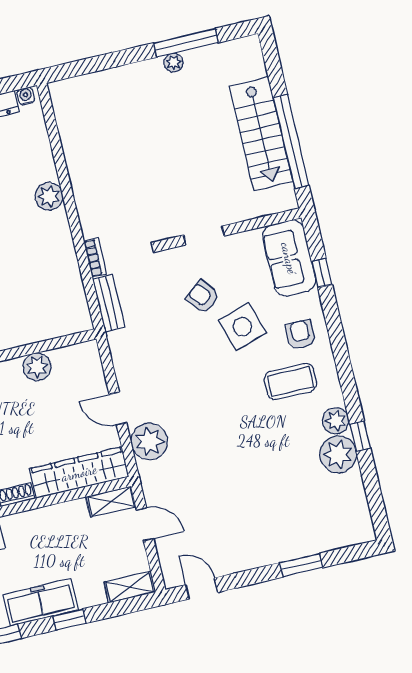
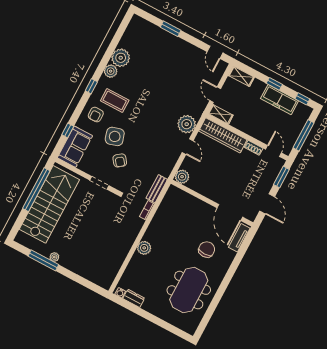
stairs: (261, 134) -> (49, 204), width x1.36, depth x1.51
plant: (37, 367) -> (182, 177), moved
window: (360, 436) -> (91, 86), moved

